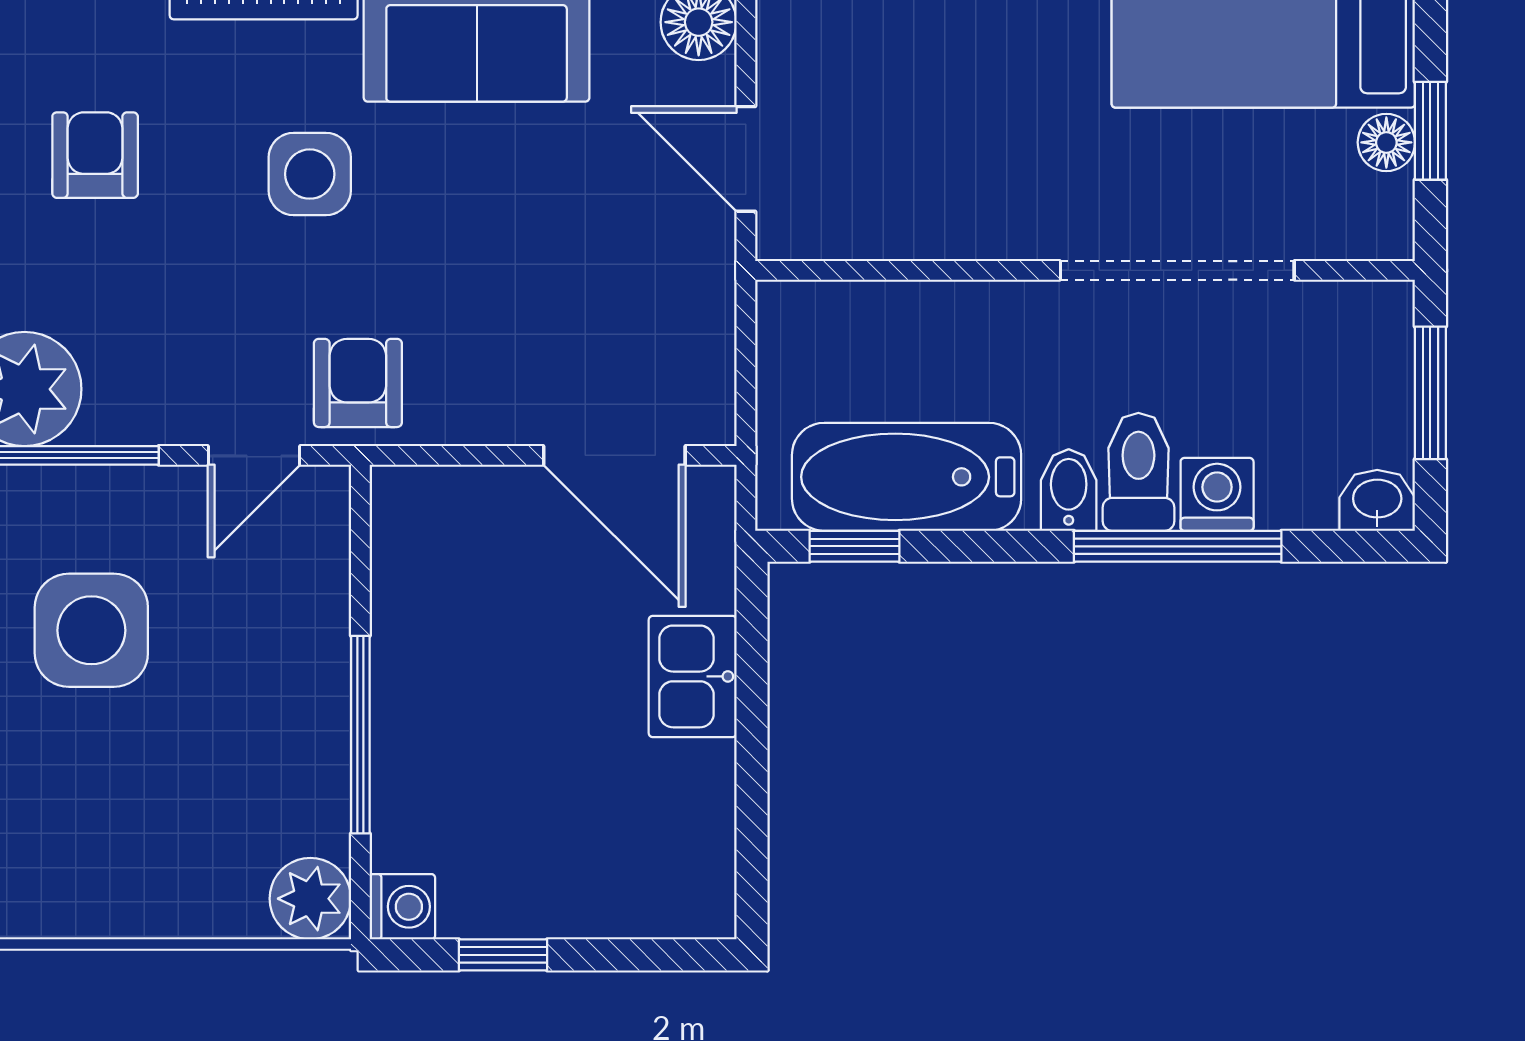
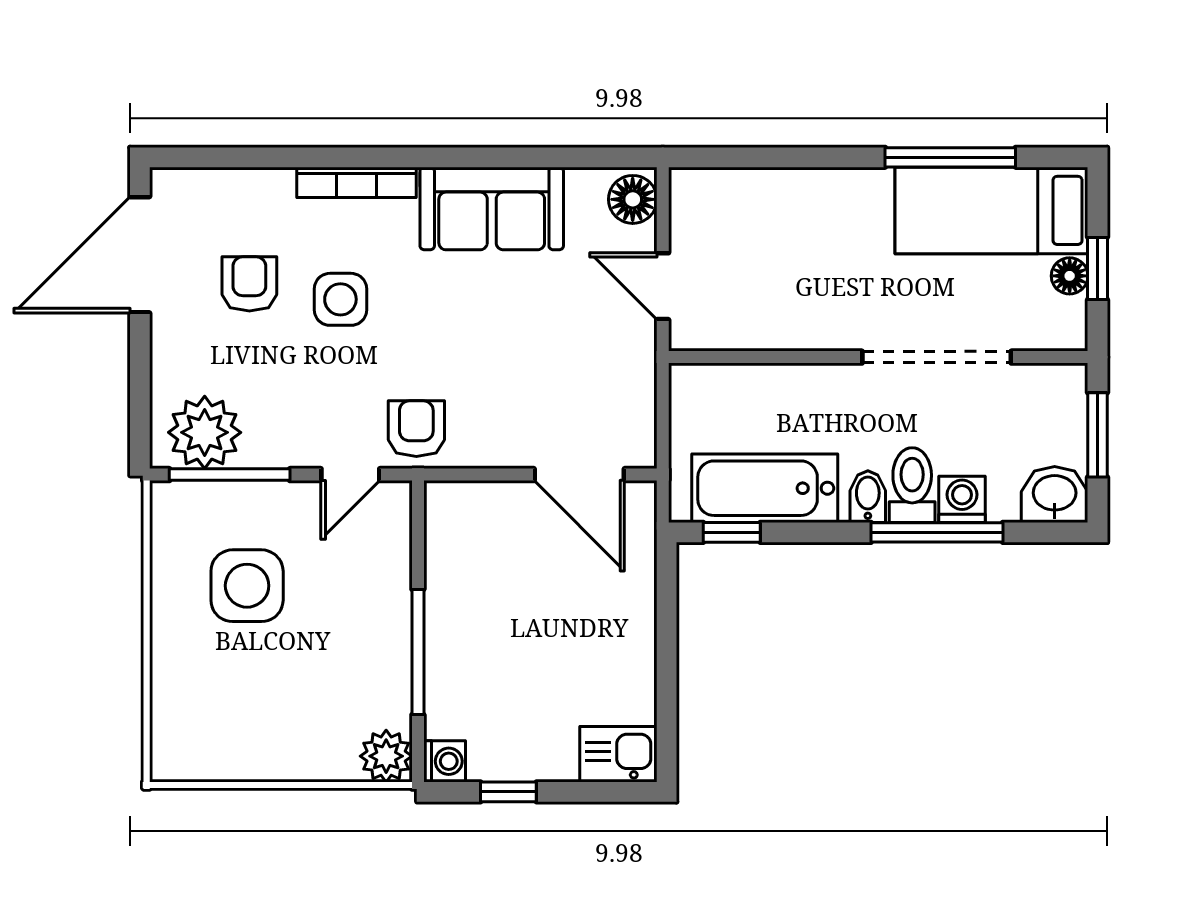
side table: (310, 174) -> (340, 299), moved
washbasin: (1377, 500) -> (1055, 494), width x1.38, depth x1.45
kitchen sink: (693, 676) -> (618, 754), moved, turned 90

